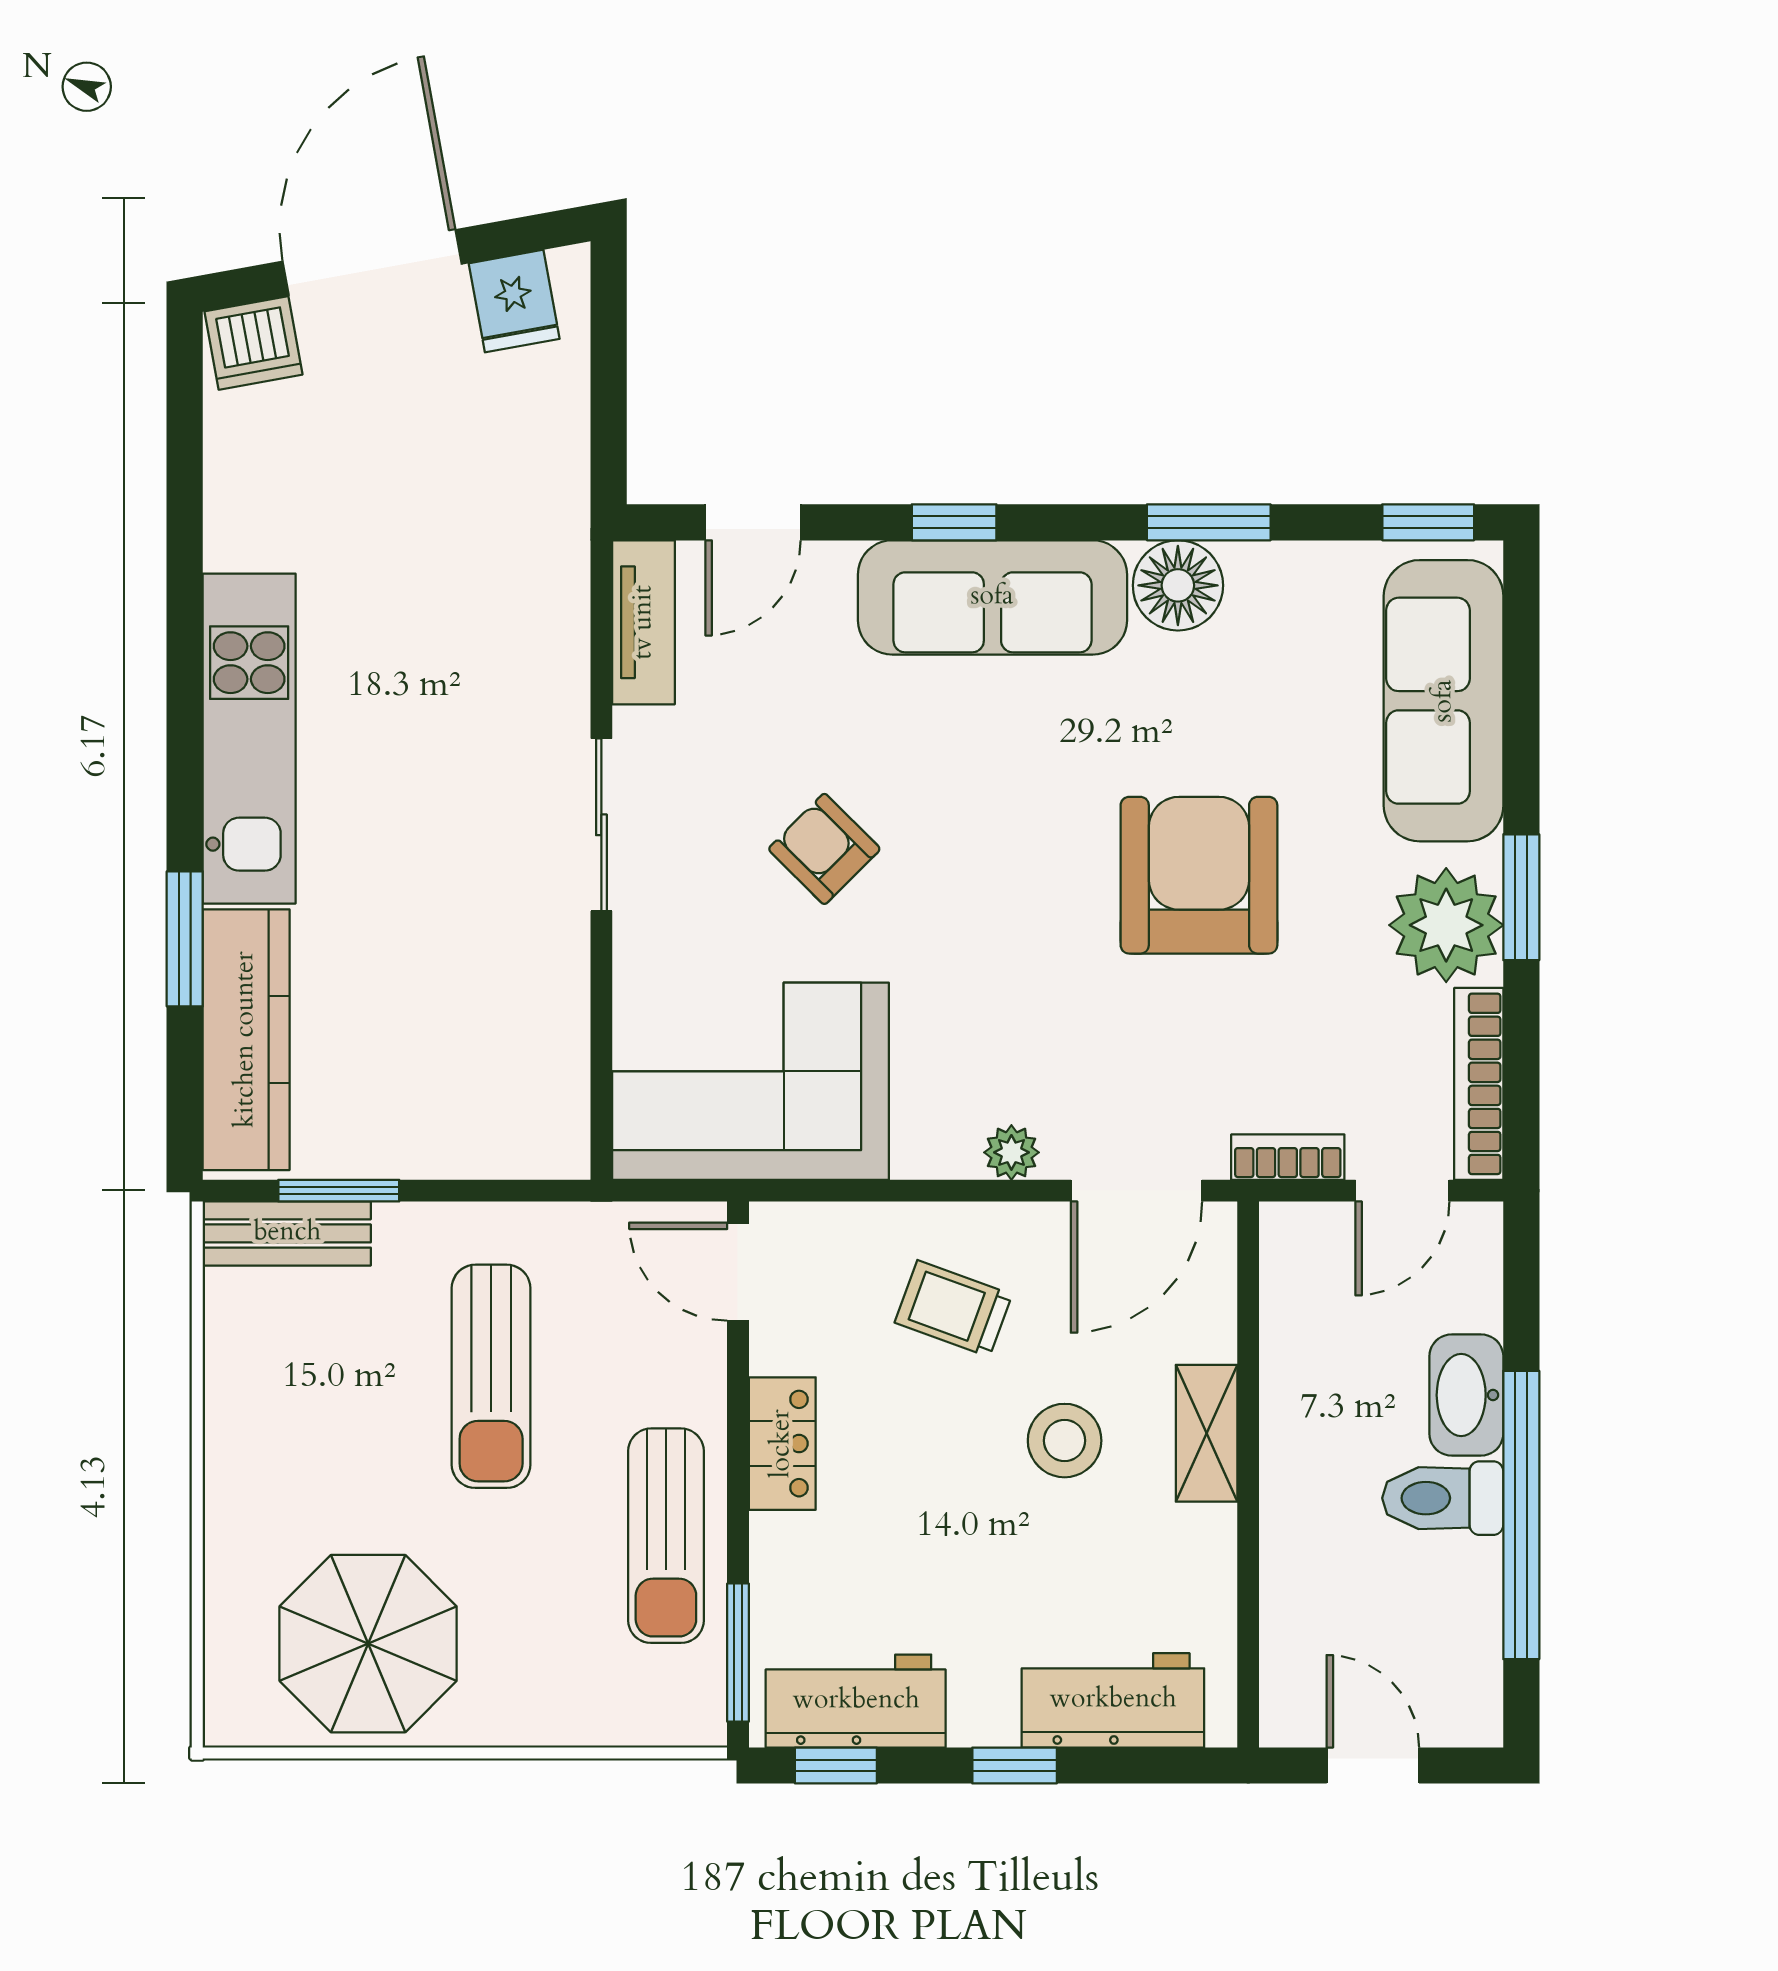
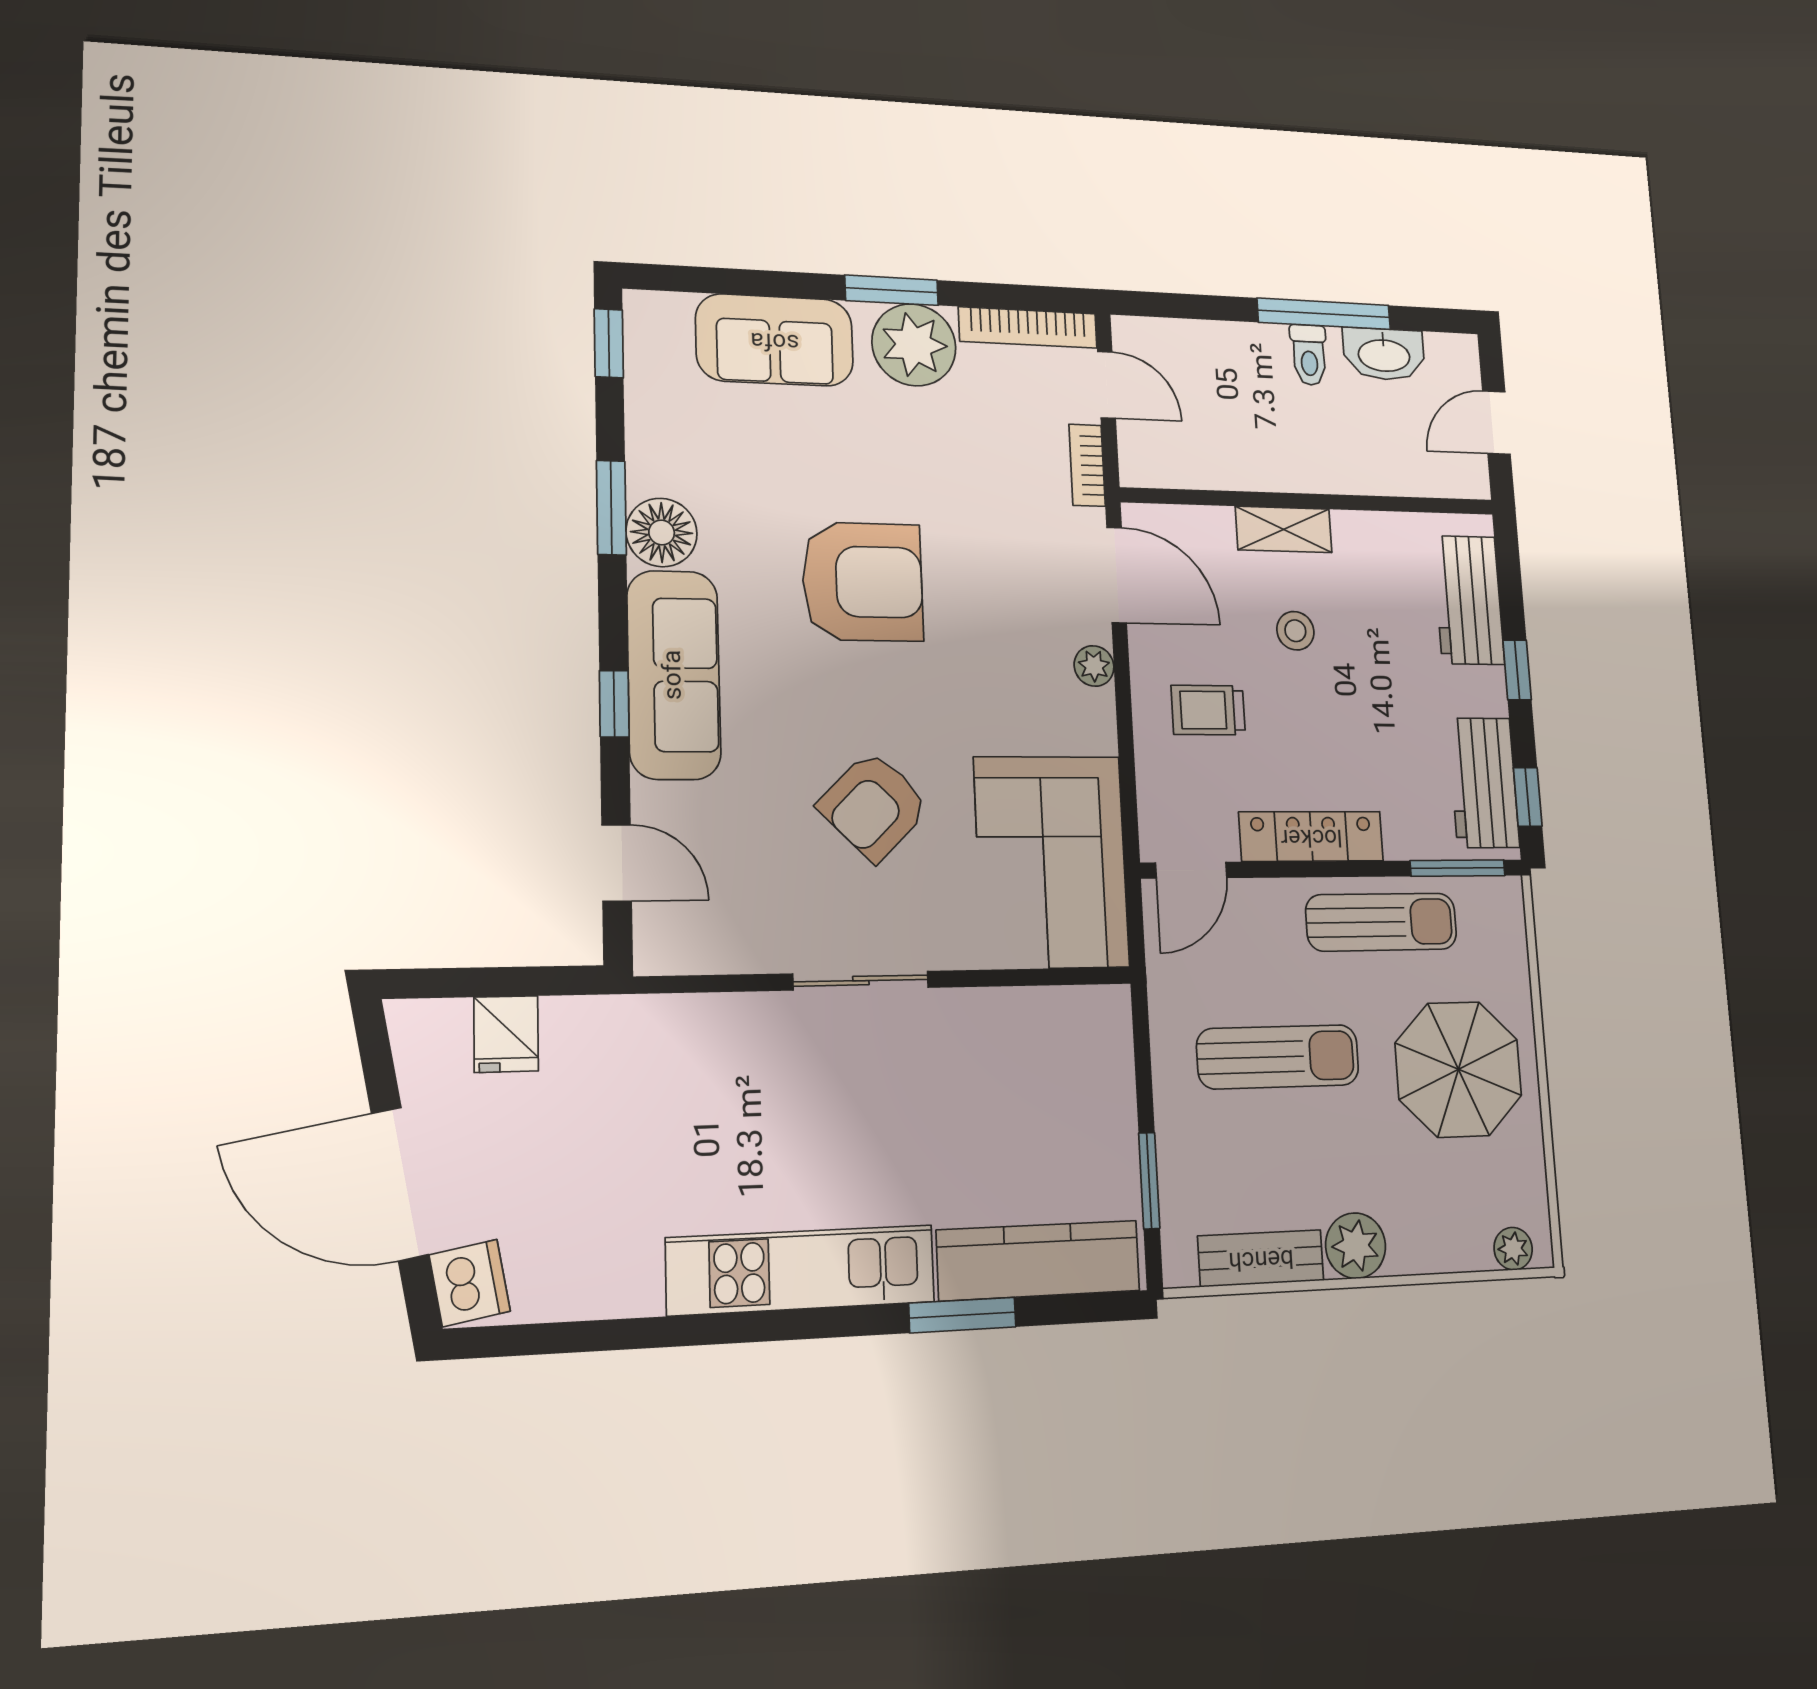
fridge: (514, 301) -> (506, 1034), moved, turned 100
tv unit: (644, 622) -> (699, 950), removed
sofa: (1444, 701) -> (775, 340), width x0.73
armchair: (824, 849) -> (874, 806), width x1.38, depth x1.38
armchair: (1199, 875) -> (863, 582), moved, turned 180
bench: (287, 1233) -> (1261, 1258), moved, turned 90
trolley: (953, 1309) -> (1208, 710), turned 70
washbasin: (1466, 1395) -> (1384, 354), moved
stool: (1065, 1441) -> (1295, 631), width x0.73, depth x0.73
locker: (782, 1444) -> (1311, 836), width x1.53
plant: (244, 1467) -> (1356, 1246), added
toilet: (1443, 1498) -> (1309, 355), width x0.73, depth x0.72
window: (1521, 1515) -> (1324, 314), width x0.68
parasol: (368, 1644) -> (1458, 1069), moved
plant: (230, 1690) -> (1513, 1249), added

